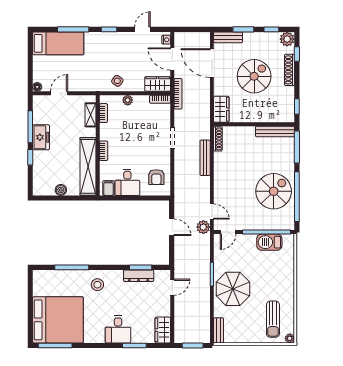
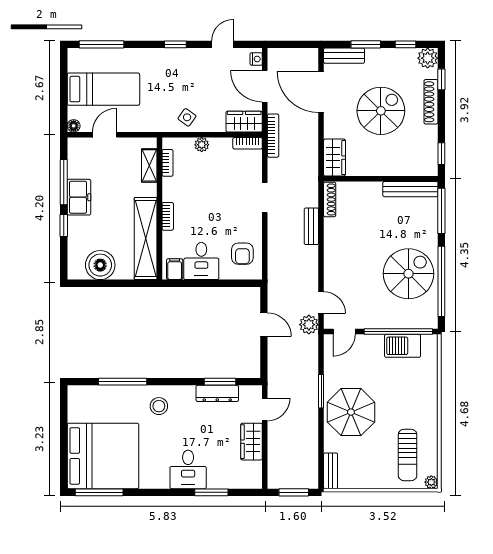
window: (73, 29) -> (102, 44), moved
bed: (58, 43) -> (103, 89), moved
bench: (205, 158) -> (311, 226), width x0.73
boiler: (61, 190) -> (100, 265), width x1.86, depth x1.86
wardrobe: (163, 330) -> (252, 442), moved

